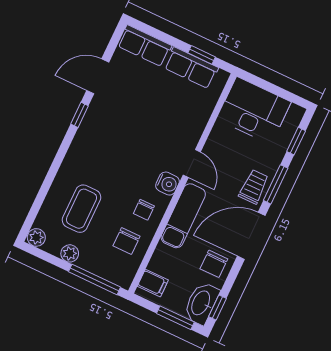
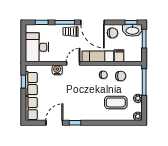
door: (98, 76) -> (54, 123), swing flipped
water cooler: (168, 184) -> (57, 70), moved
filing cabinet: (153, 283) -> (119, 56), moved

